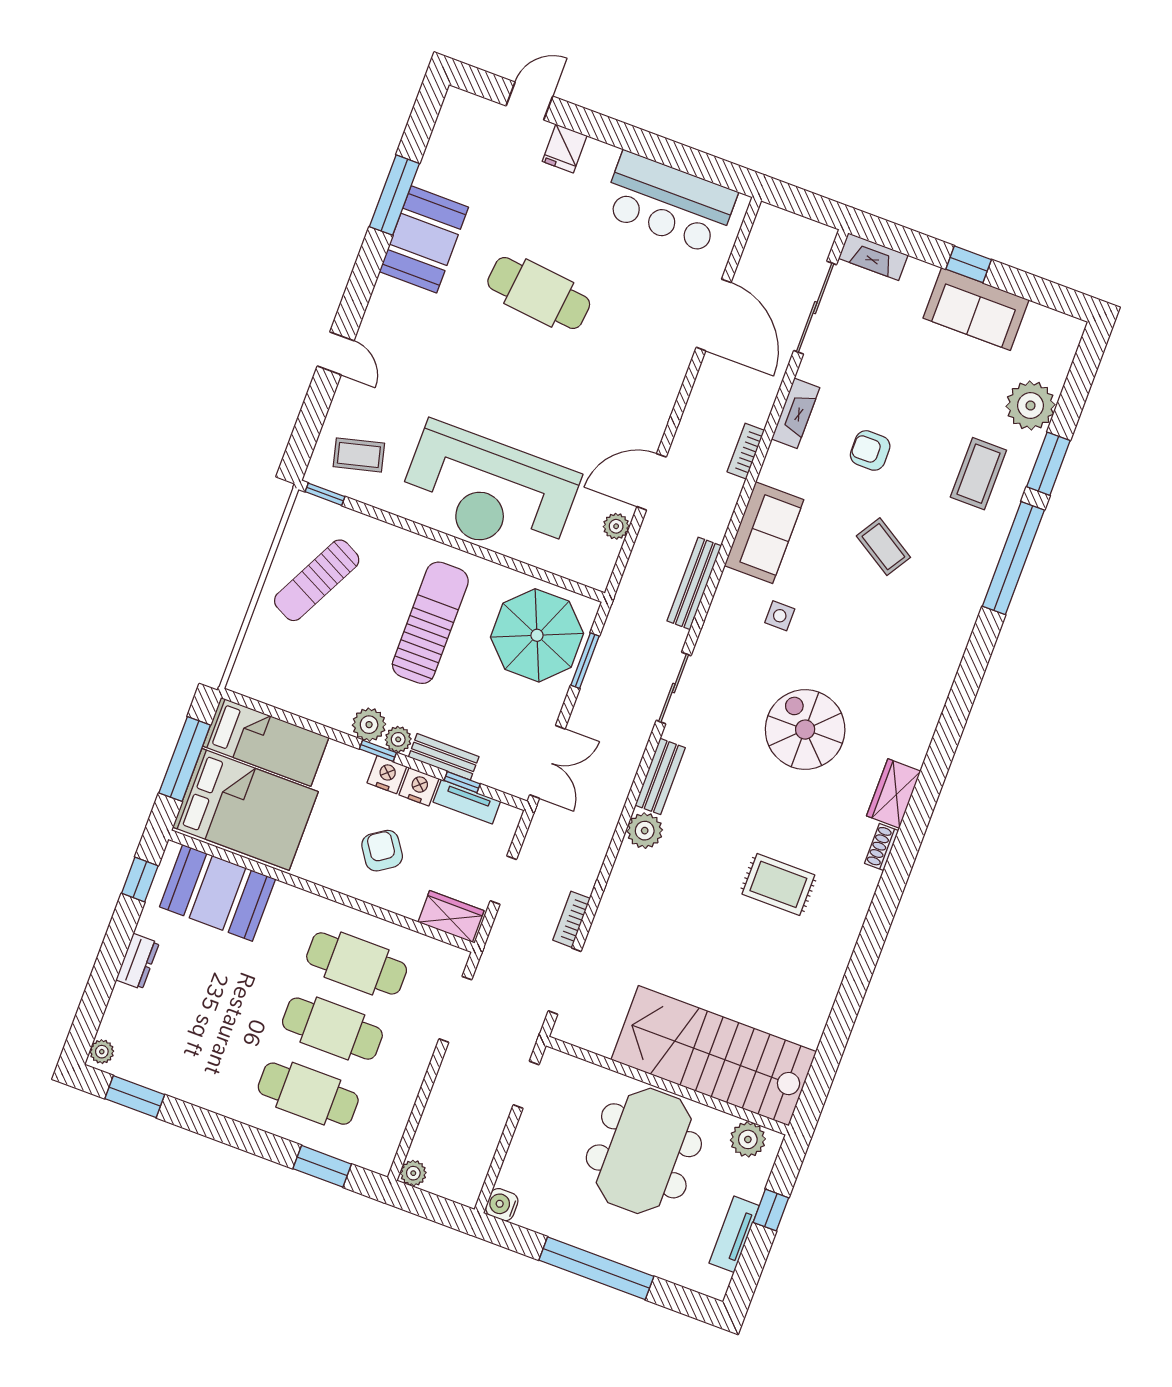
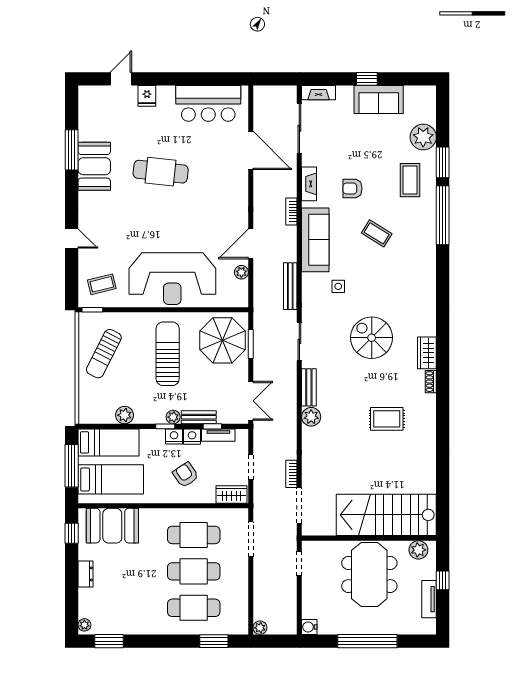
sofa: (764, 533) -> (315, 240), width x1.36
plant: (369, 725) -> (125, 415), moved
bed: (245, 809) -> (111, 479), width x0.67

